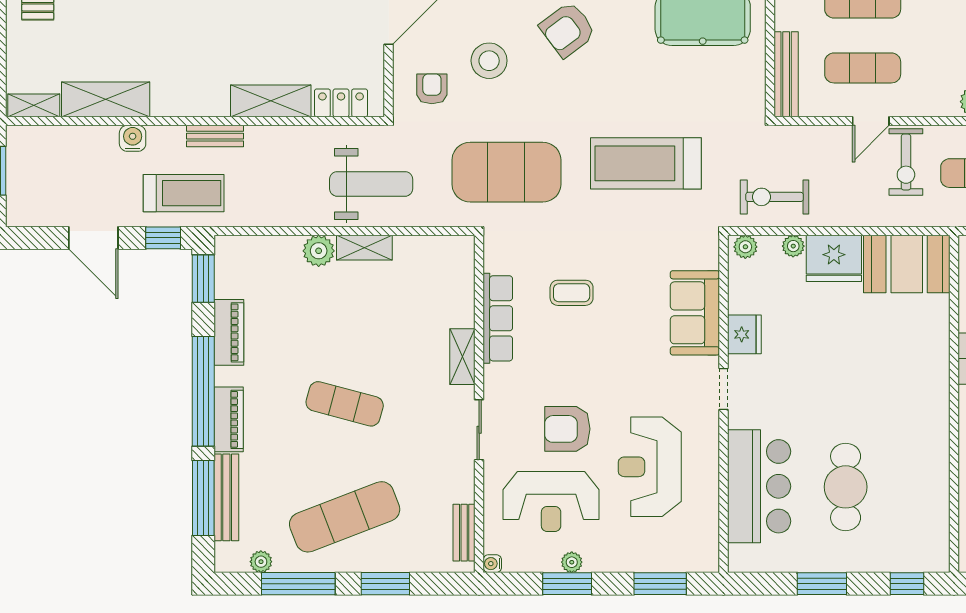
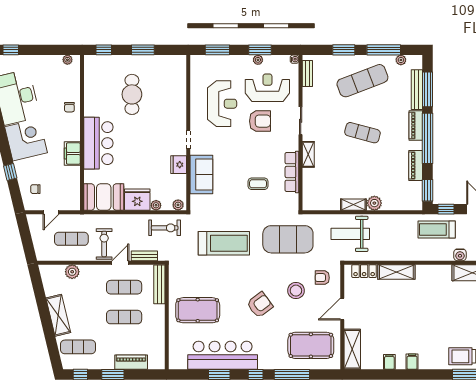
armchair: (432, 89) -> (322, 278), turned 90
bench: (215, 136) -> (144, 256), moved
bar counter: (759, 486) -> (98, 143), moved, turned 180

